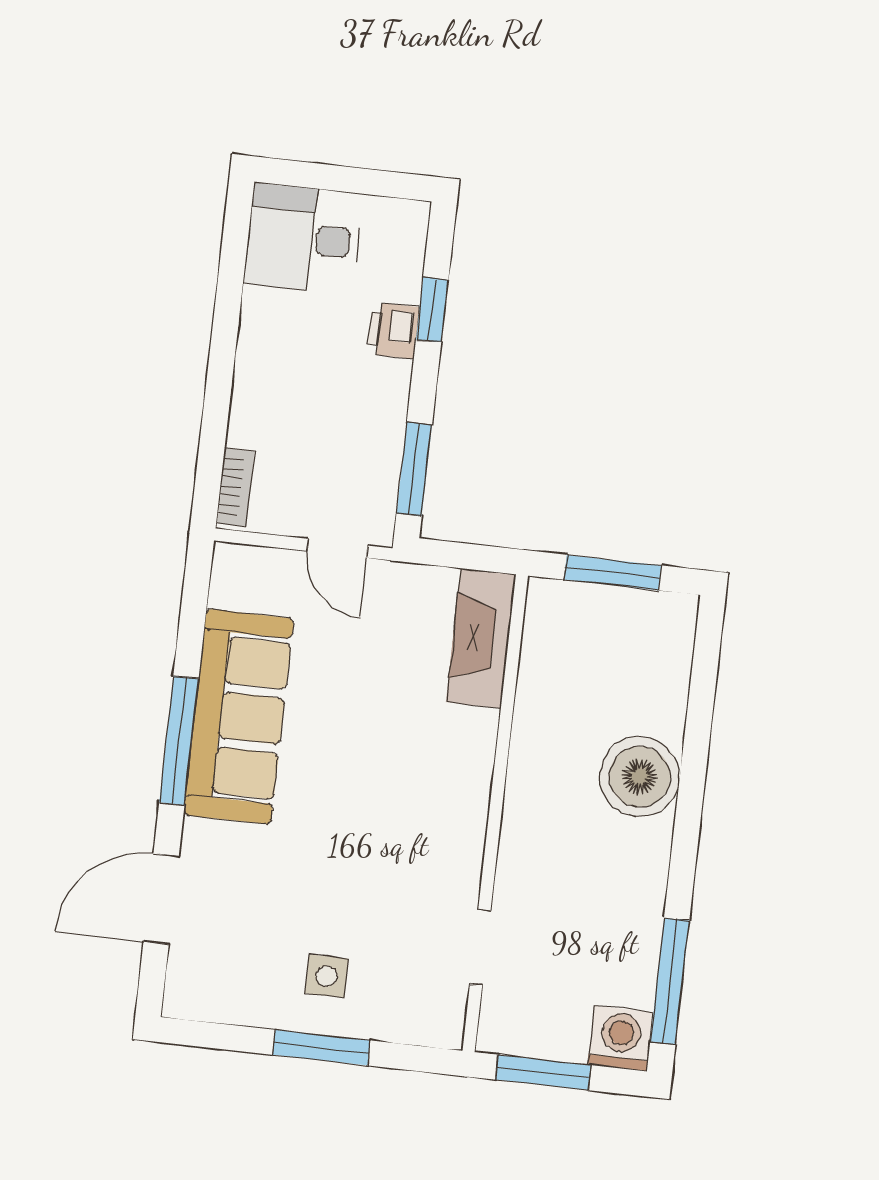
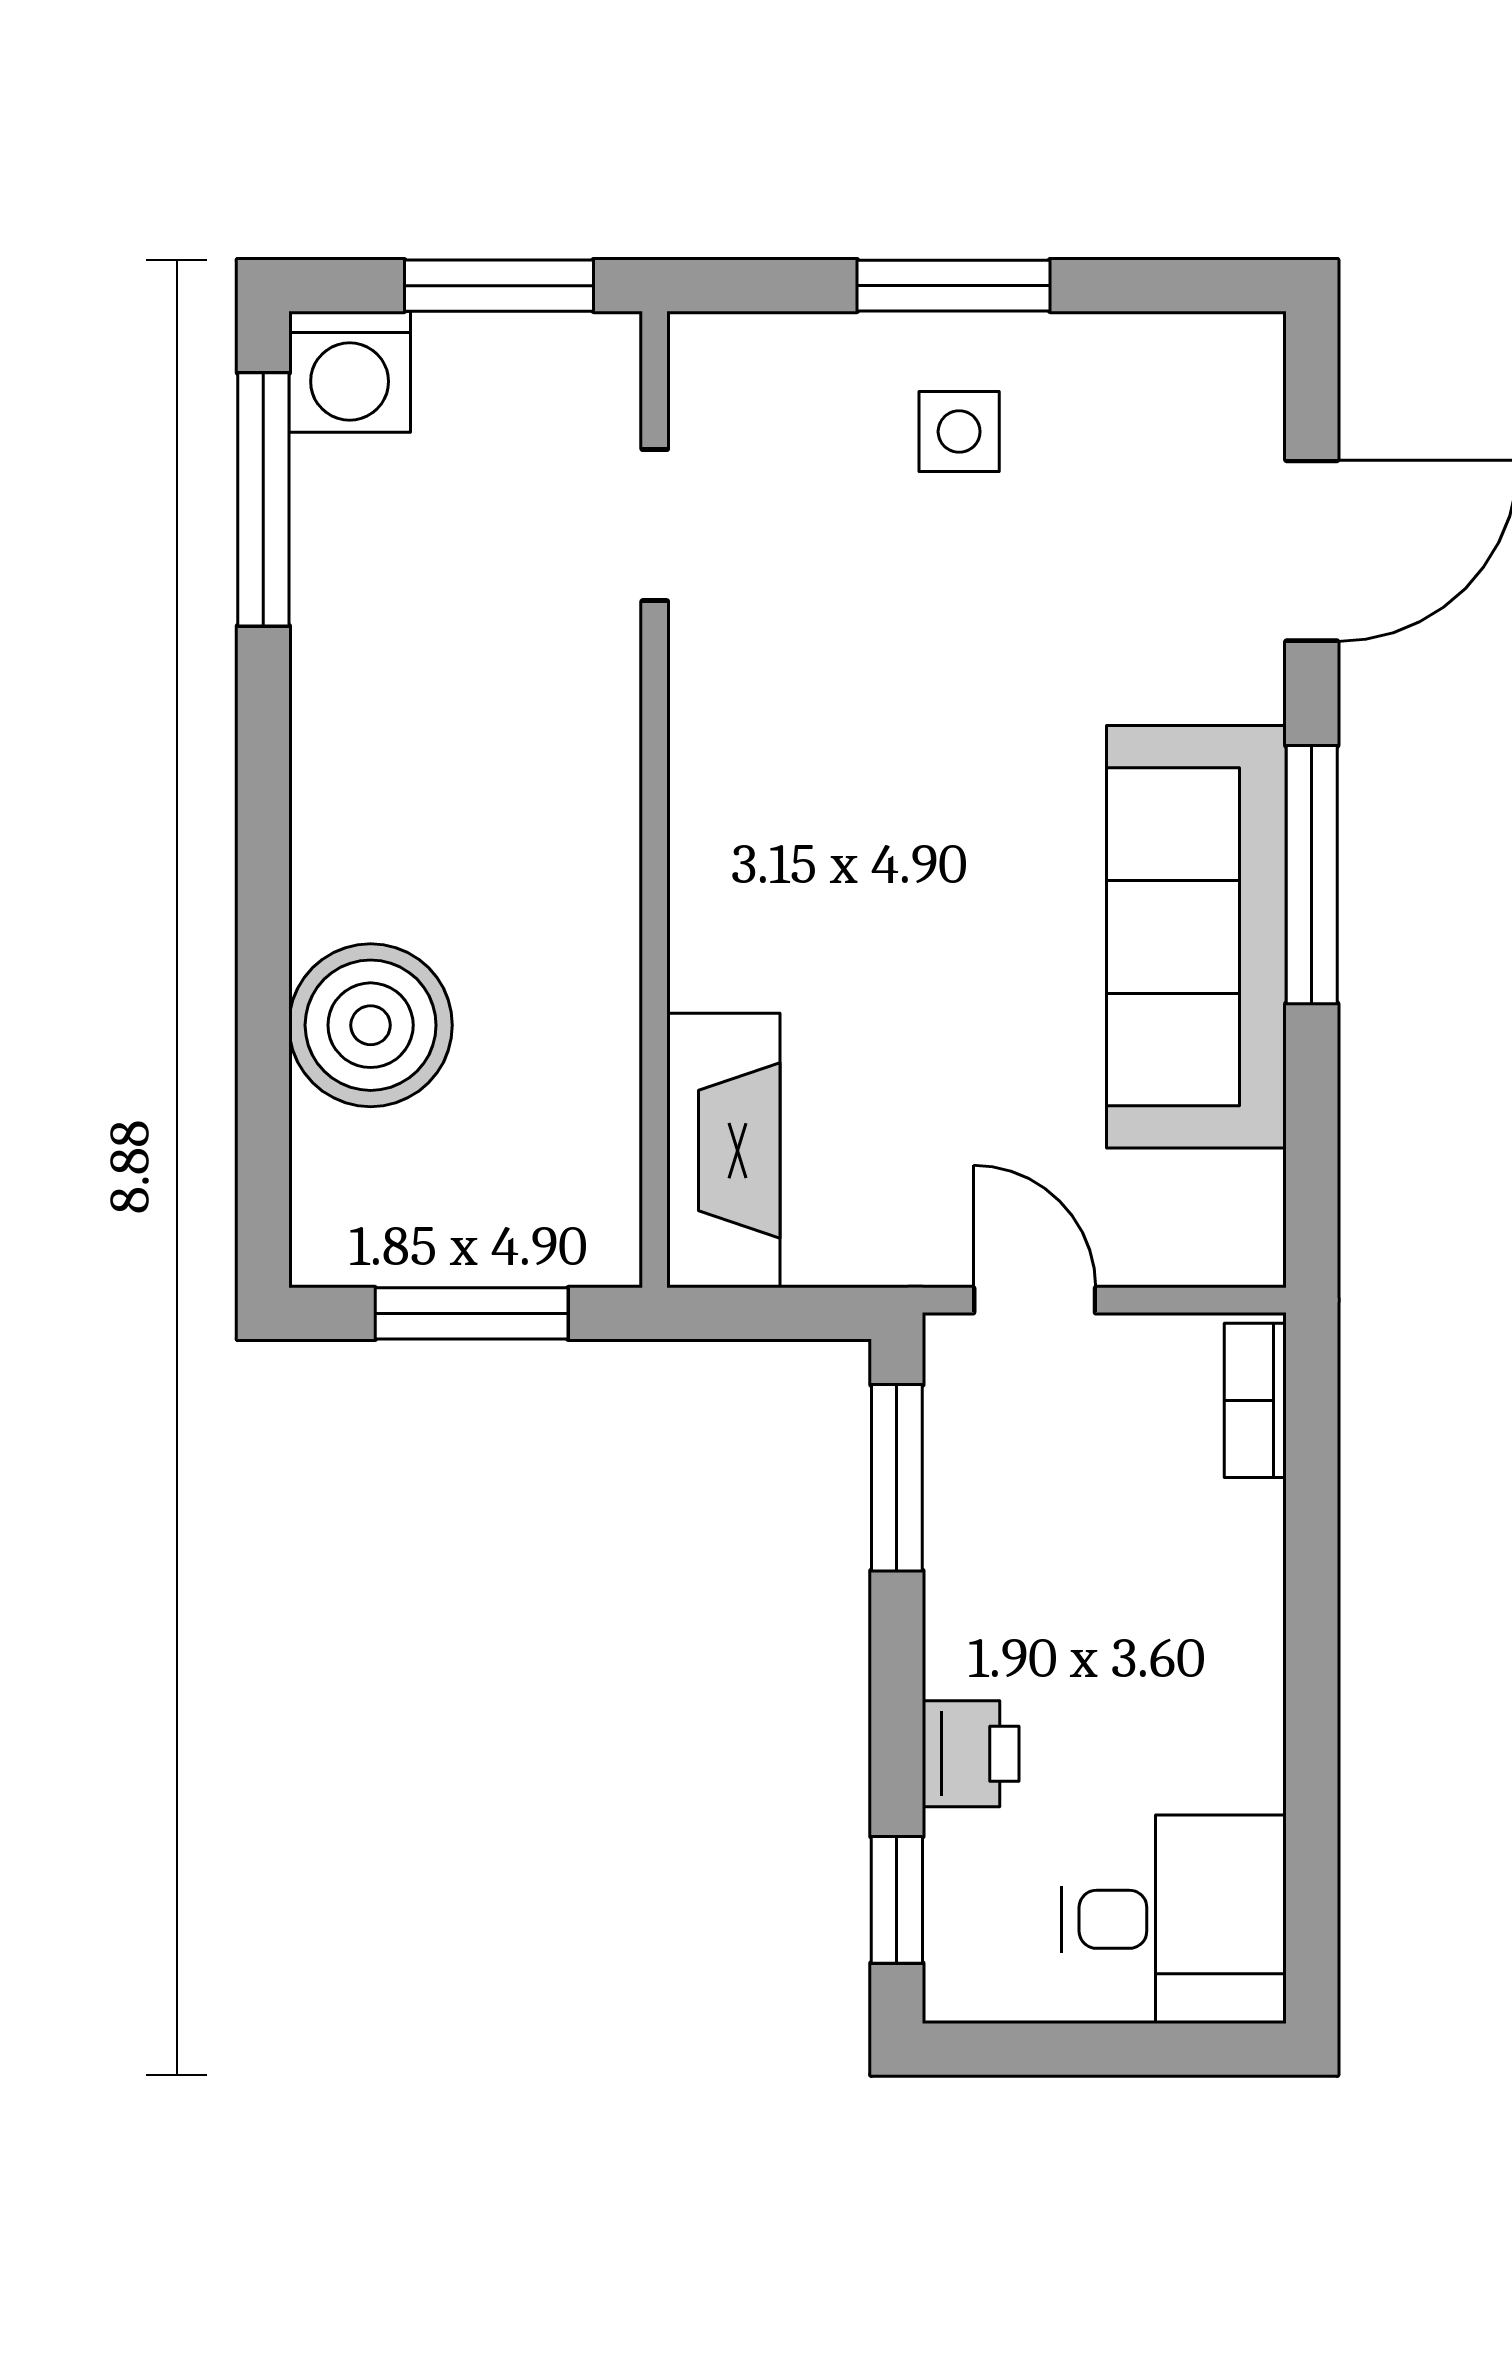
window: (432, 310) -> (897, 1900), moved
boiler: (640, 777) -> (371, 1025), moved

